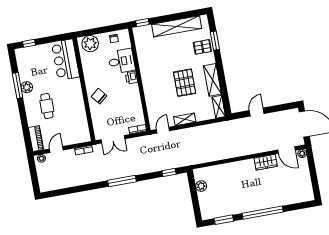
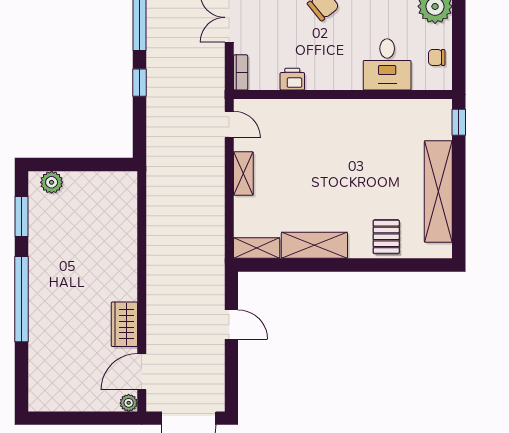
window: (215, 41) -> (394, 265), removed
printer: (131, 78) -> (292, 79), moved
pallet: (185, 83) -> (319, 187), removed
window: (169, 172) -> (140, 83), moved
plant: (201, 186) -> (52, 182), moved

